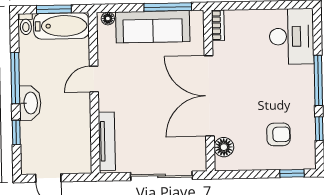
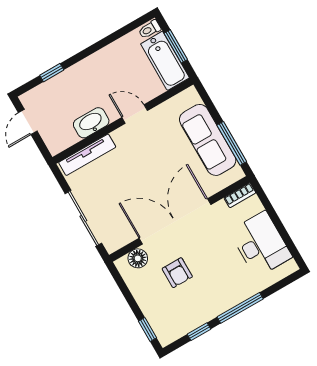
floor lamp: (108, 19) -> (193, 97), removed
desk: (292, 36) -> (261, 244), moved, turned -90
window: (15, 78) -> (98, 46), removed
washbasin: (30, 103) -> (91, 123), moved, turned 180
armchair: (278, 134) -> (177, 273), moved

